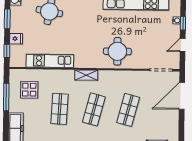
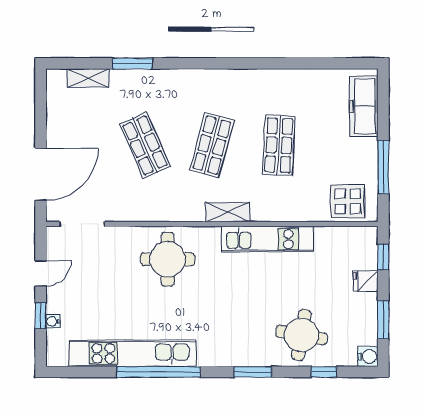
kitchen unit: (50, 61) -> (267, 239), moved
display table: (29, 90) -> (348, 201), moved
shop shelf: (128, 110) -> (145, 145), turned -39

